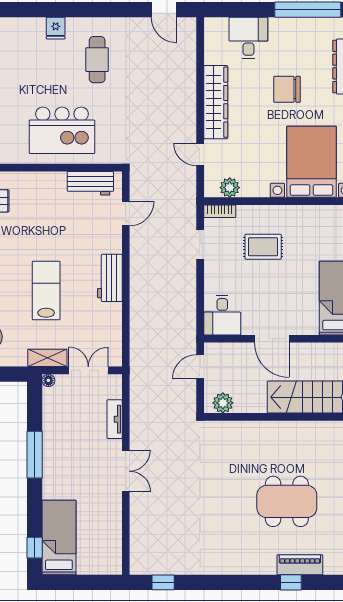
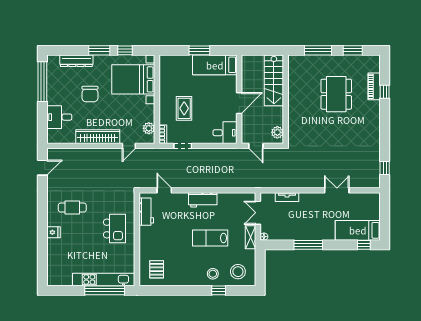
kitchen island: (62, 130) -> (114, 229), width x0.73, depth x0.78
double door: (126, 471) -> (337, 190), moved

